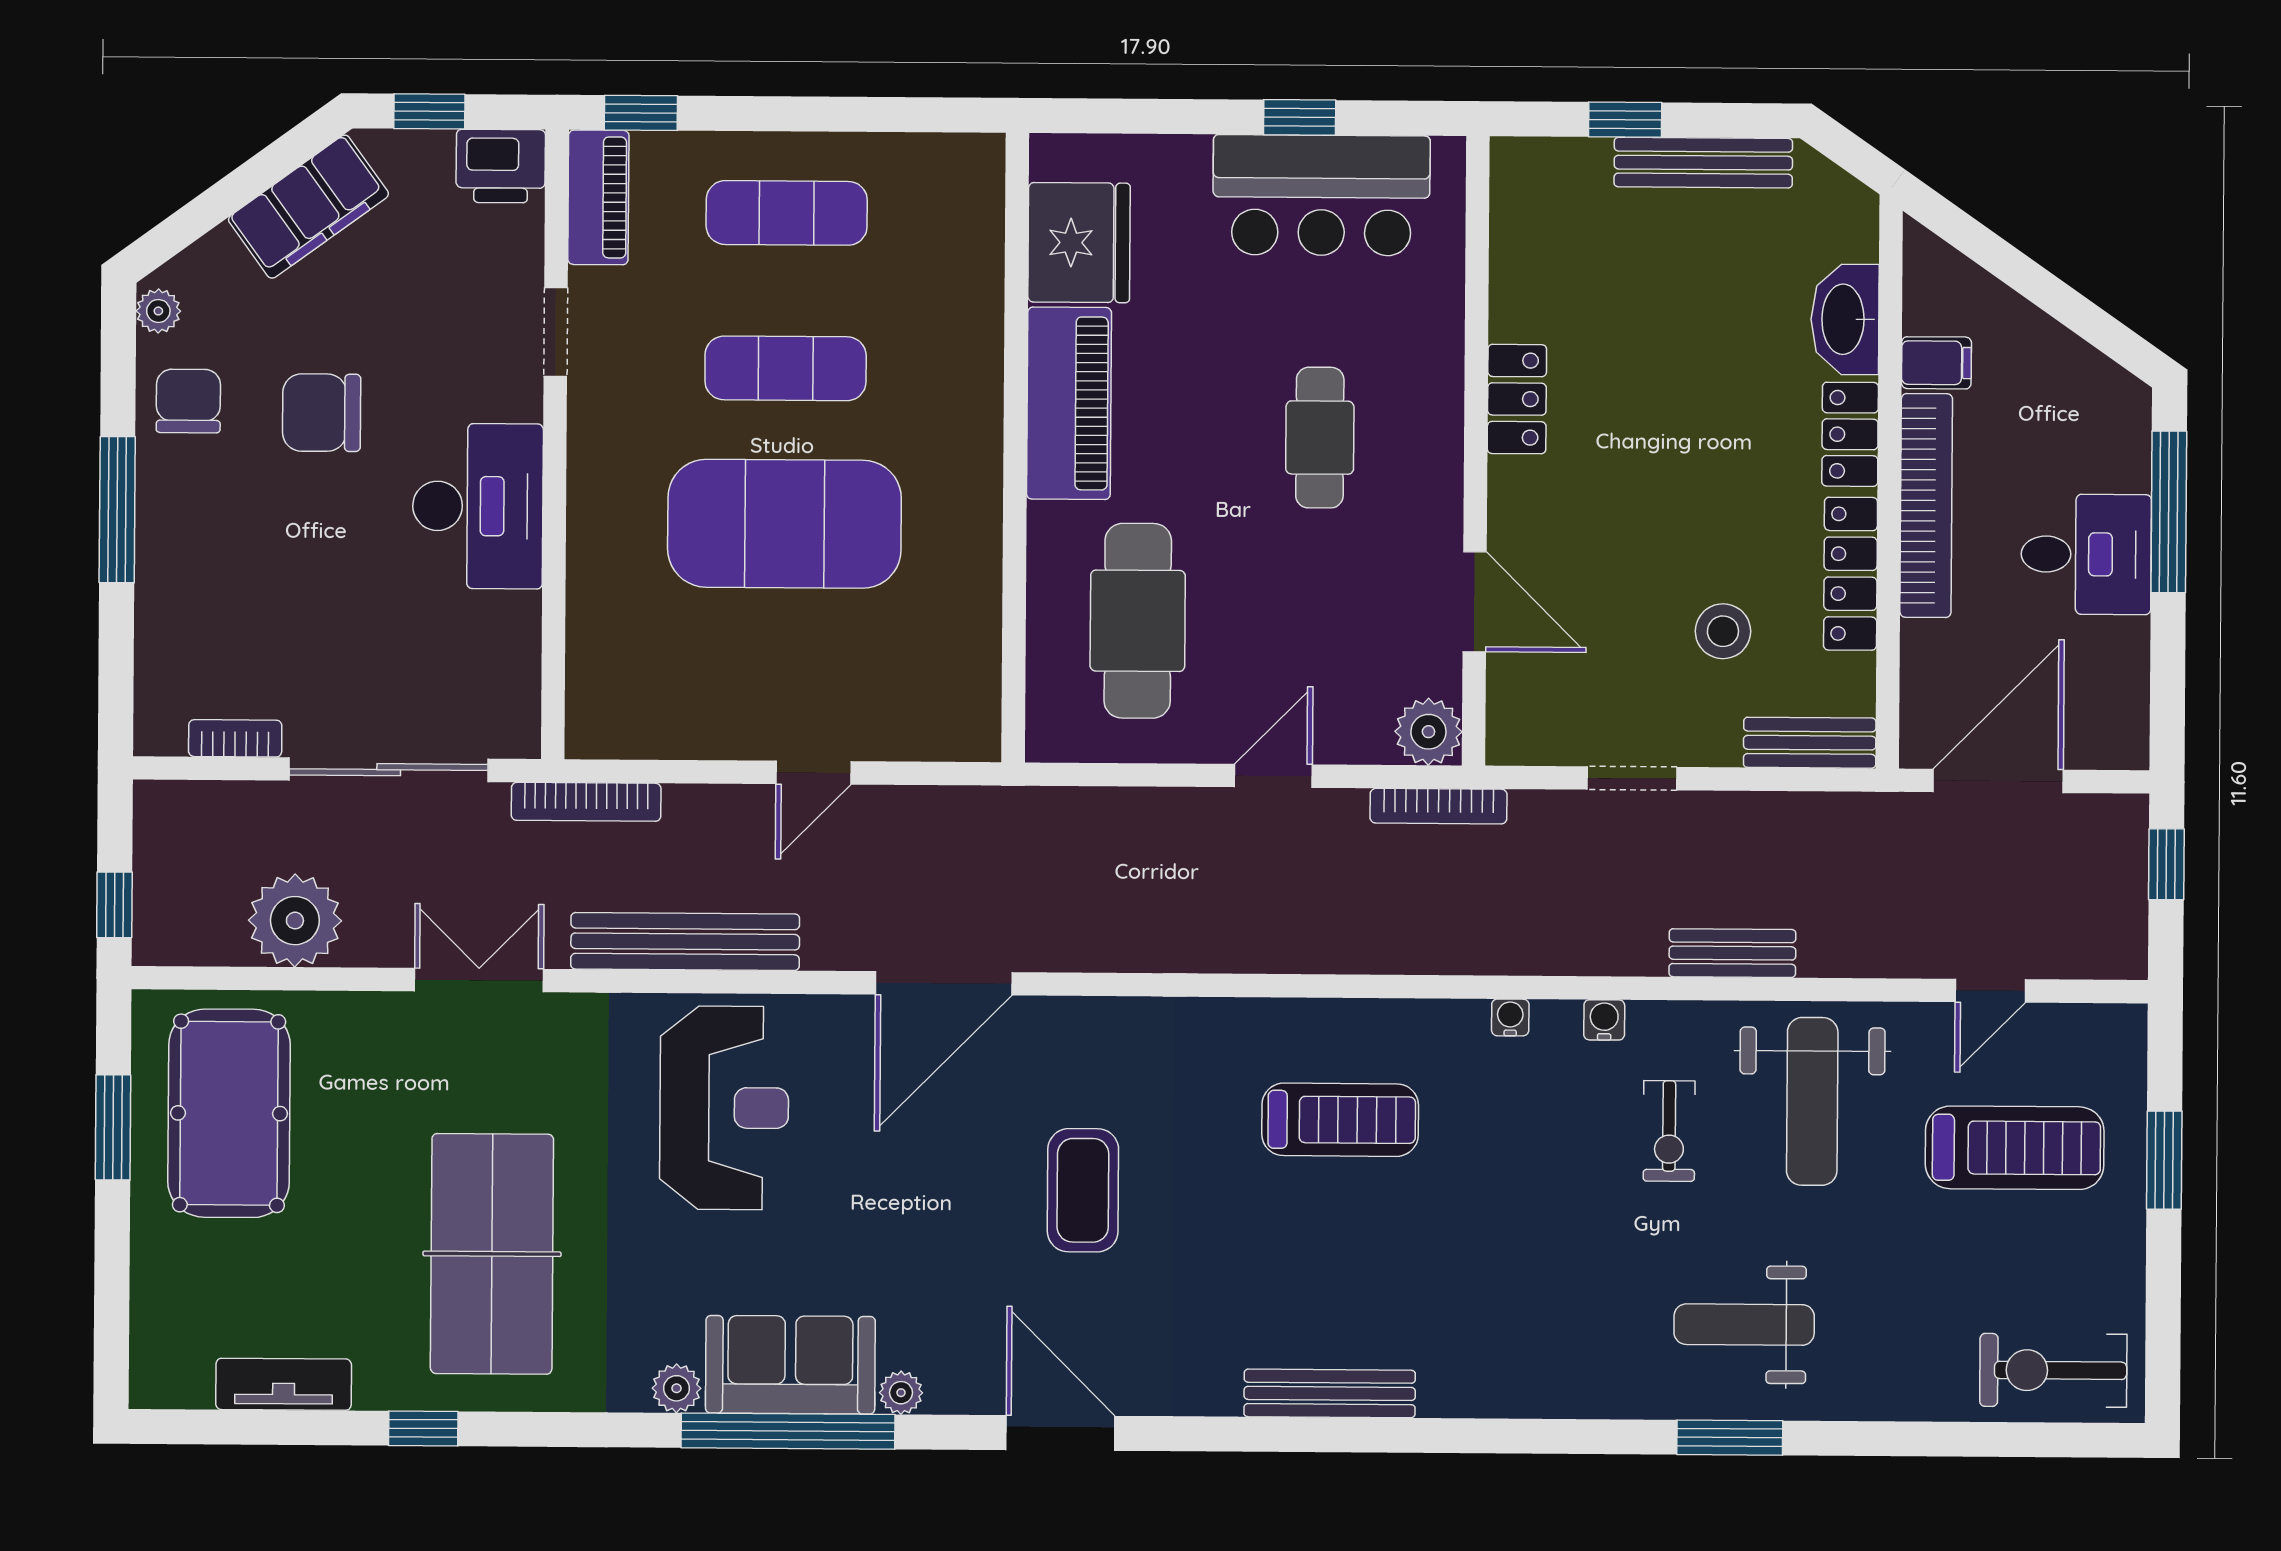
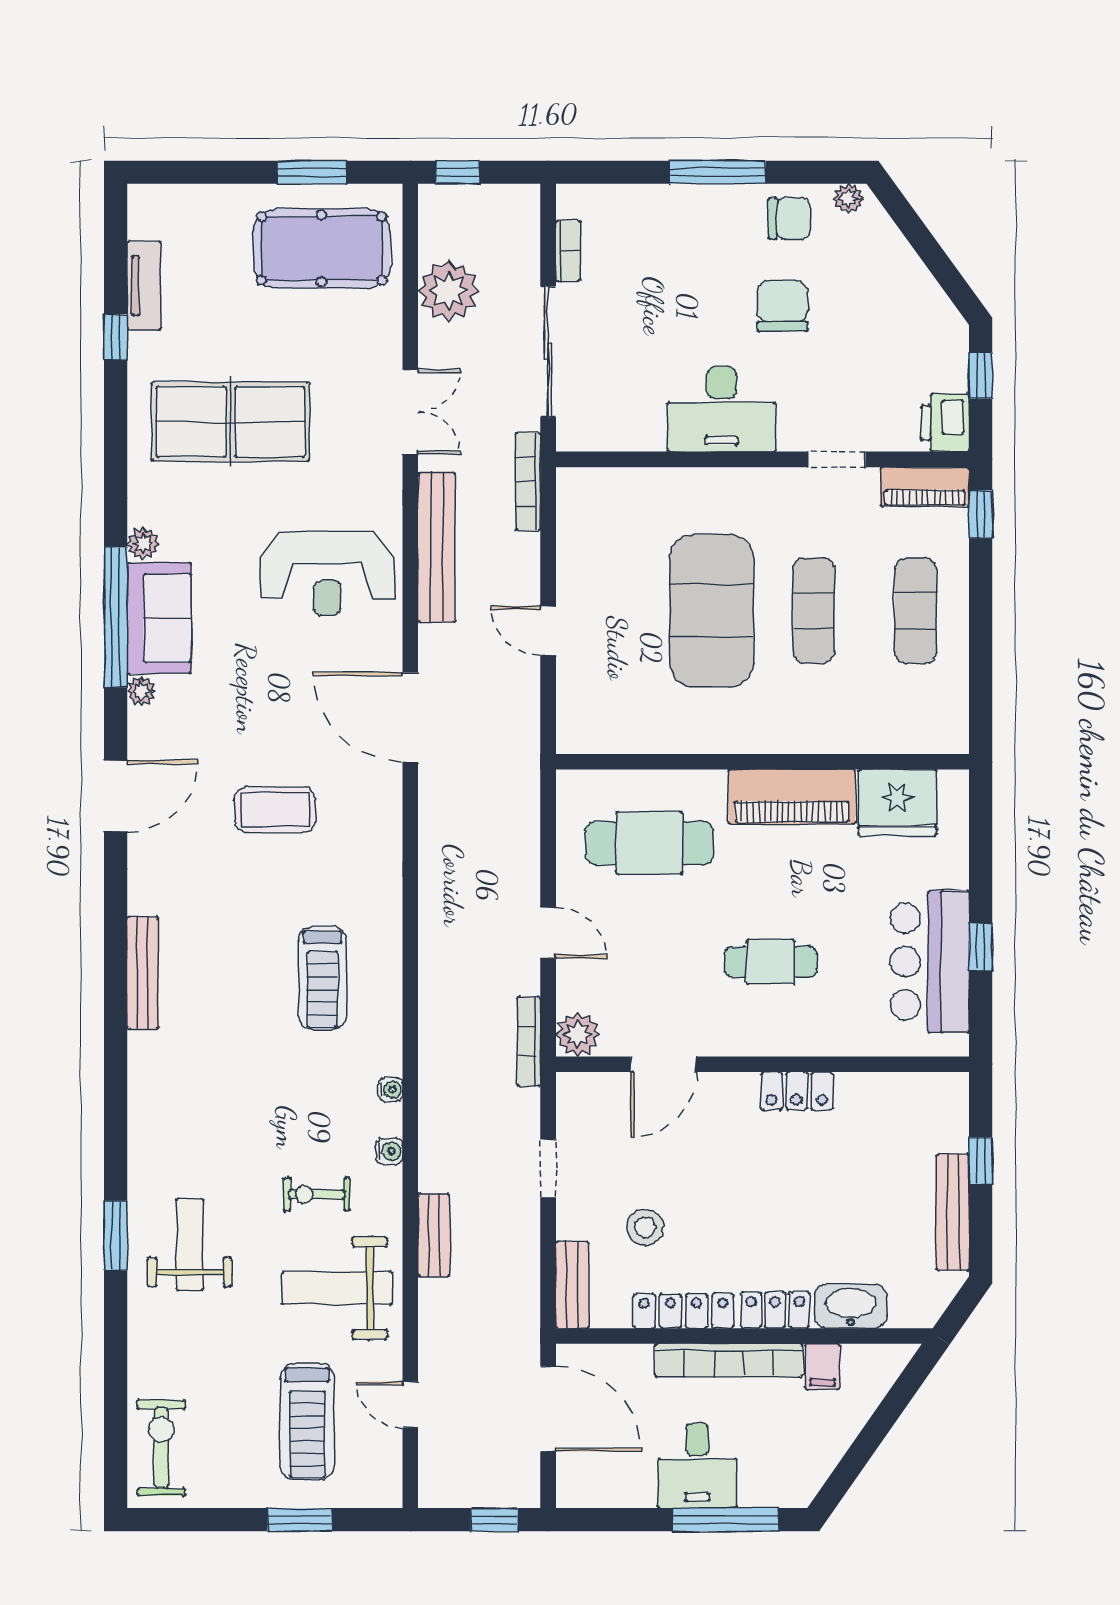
filing cabinet: (308, 207) -> (918, 296), removed
window: (423, 1428) -> (116, 337), moved

